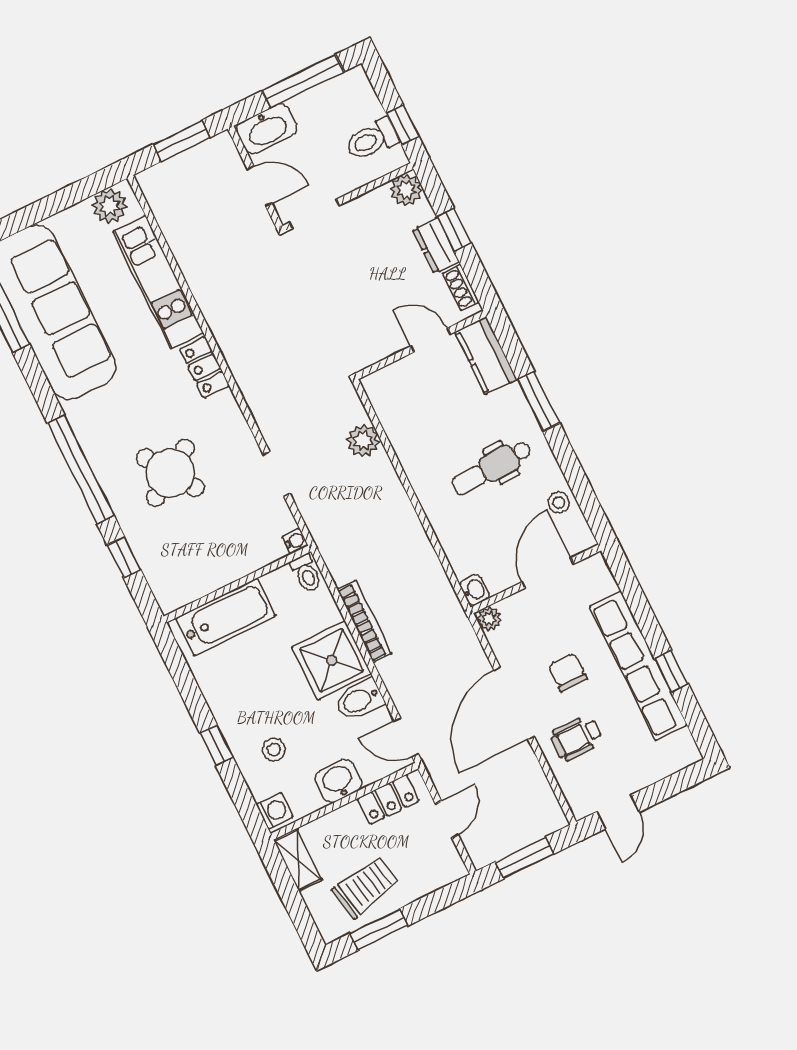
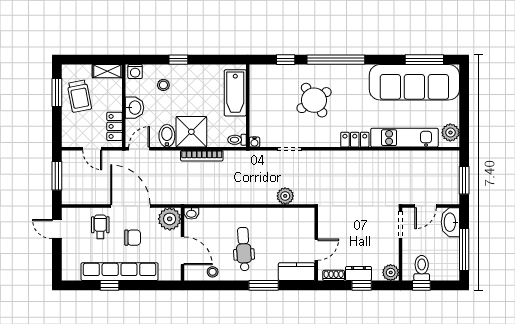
plant: (489, 619) -> (170, 219), width x1.88, depth x1.88

